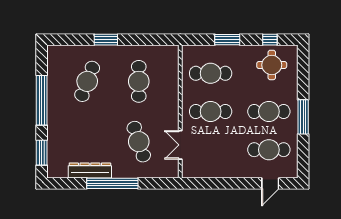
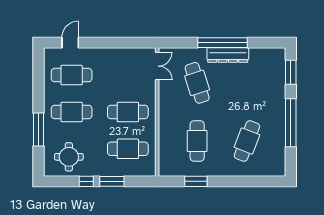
window: (106, 40) -> (196, 181), moved
window: (270, 40) -> (86, 181), moved
window: (303, 117) -> (39, 130), moved
double door: (180, 145) -> (157, 66), moved
dresser: (90, 170) -> (228, 55), moved

